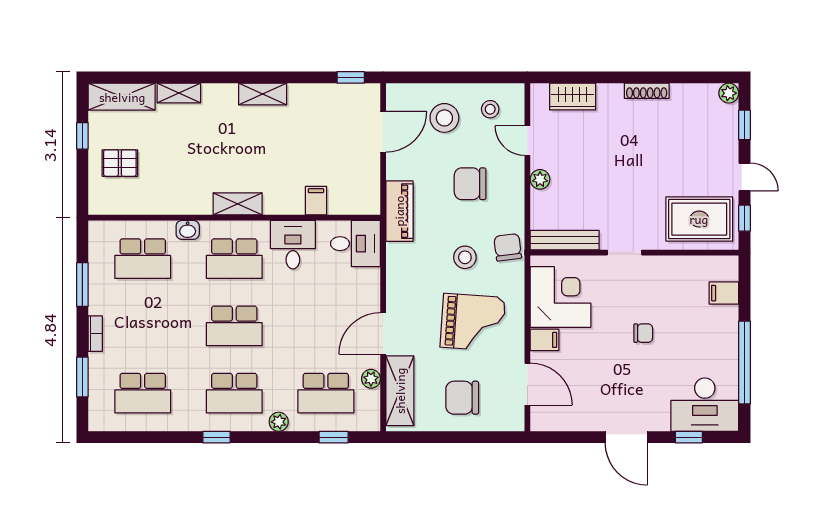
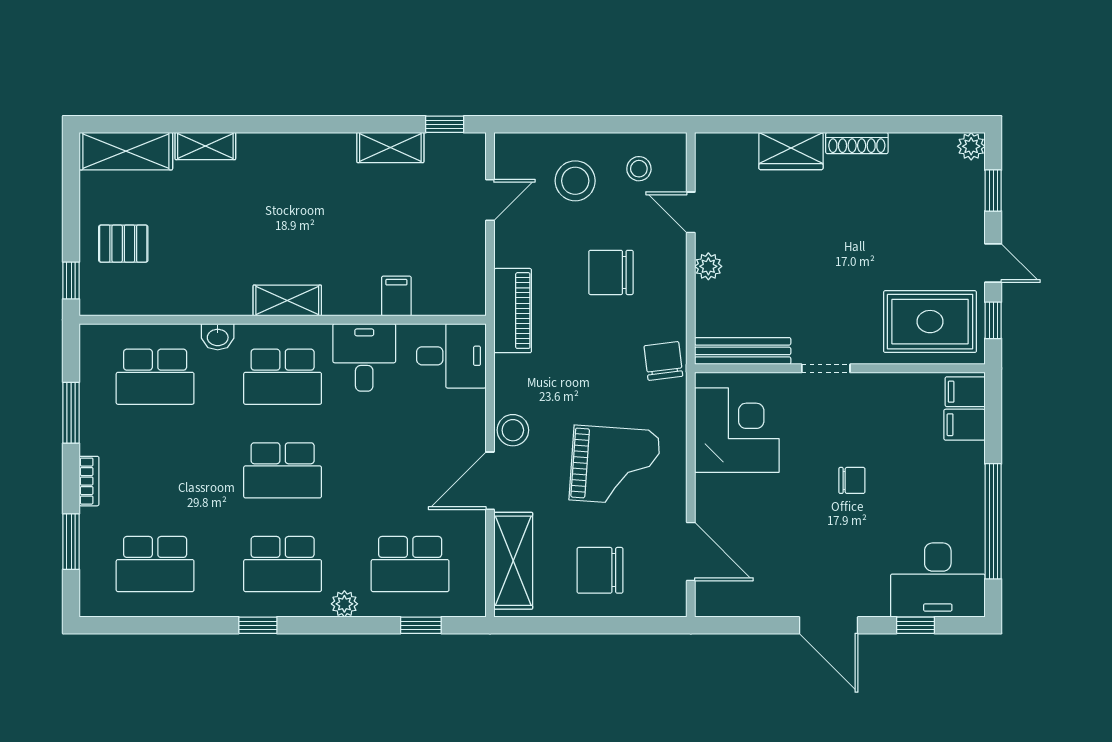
shelving: (263, 94) -> (390, 148), moved
wardrobe: (573, 97) -> (791, 151), moved
door: (383, 132) -> (490, 200), width x0.73
window: (82, 136) -> (71, 280), moved
stool: (465, 257) -> (513, 430), moved
filing cabinet: (545, 340) -> (965, 392), moved, turned 180
plant: (371, 379) -> (473, 544), removed

